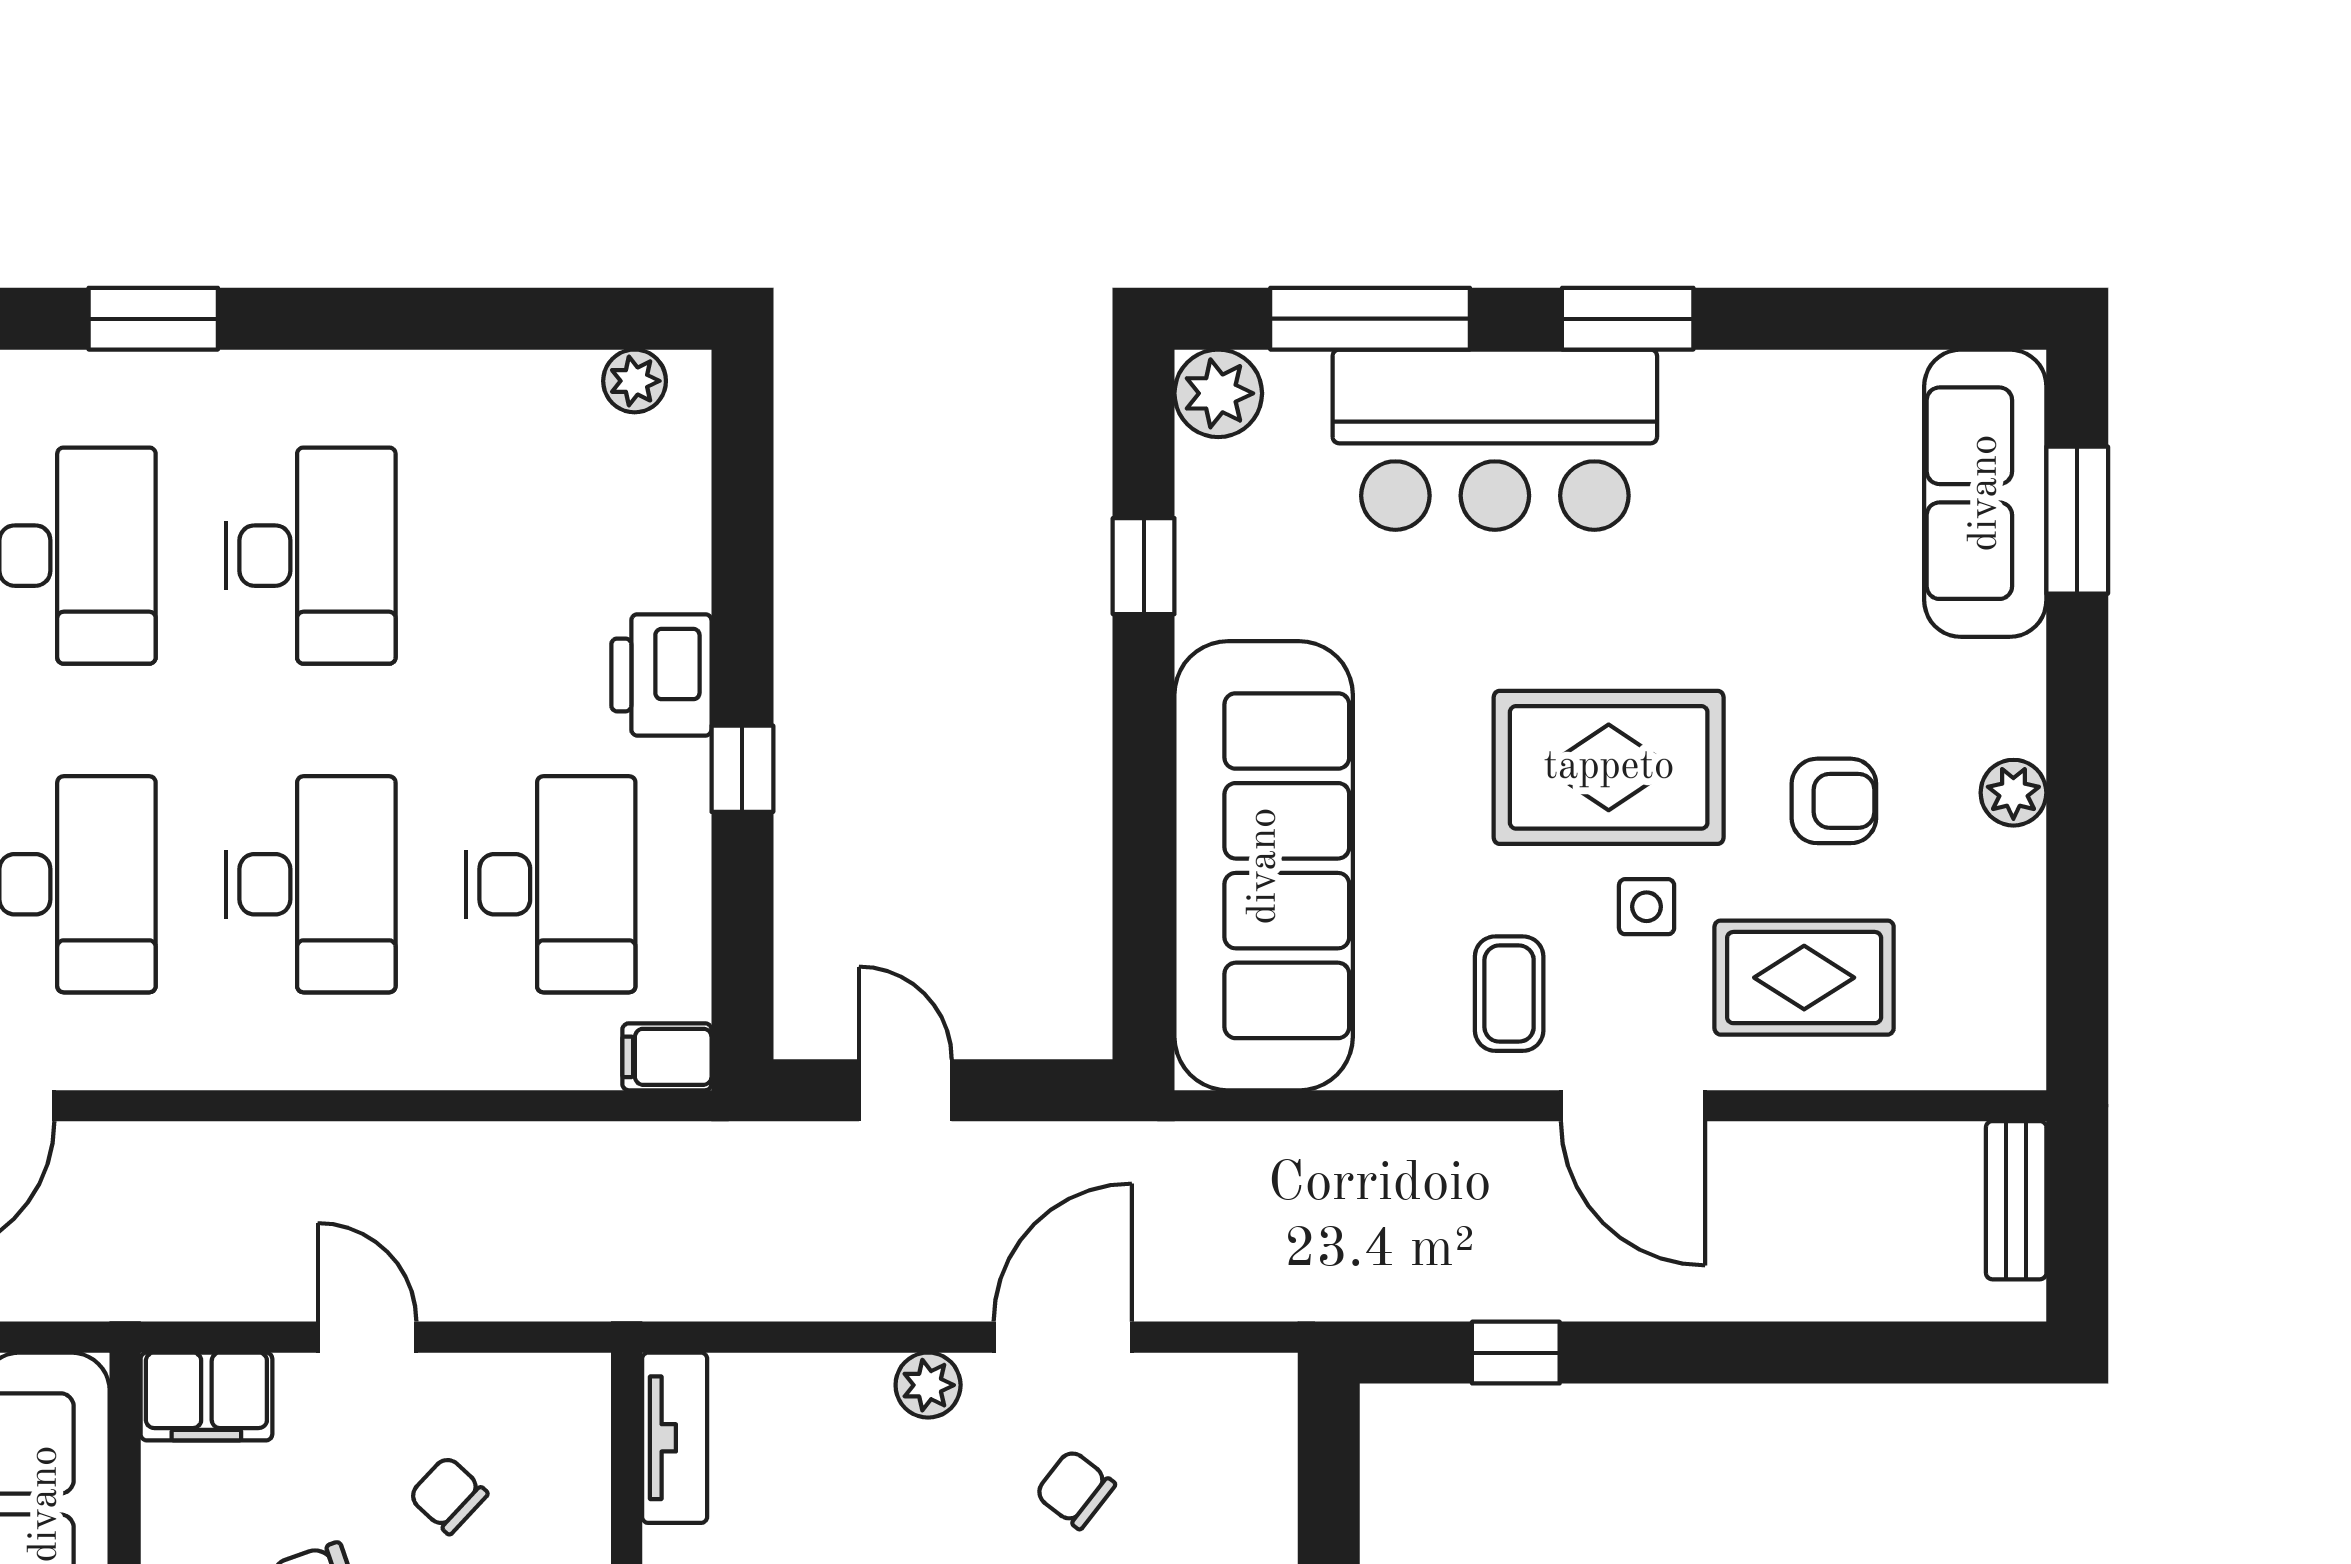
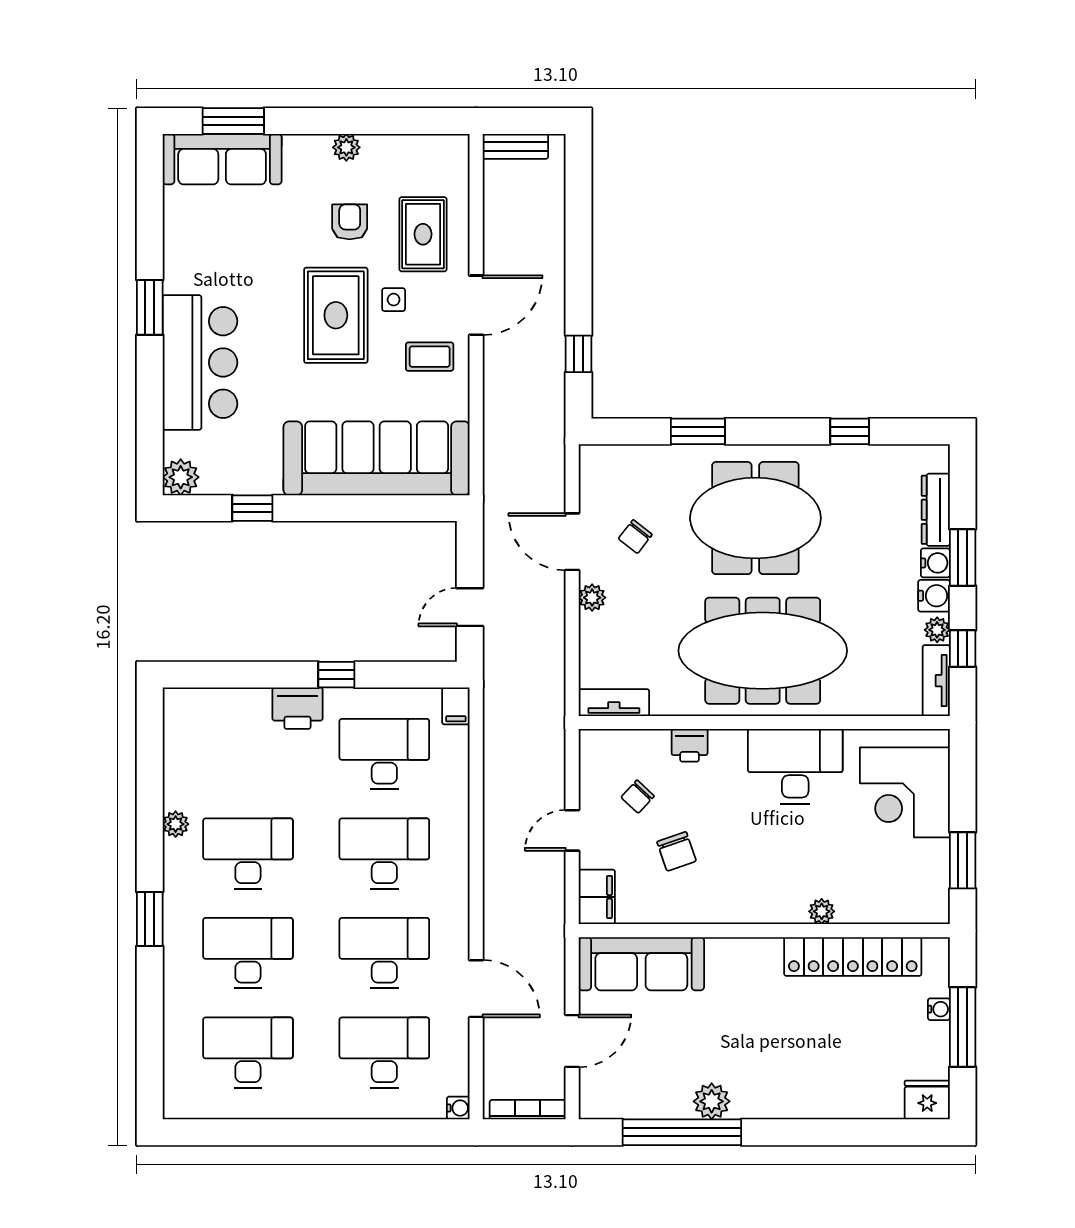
window: (1370, 319) -> (150, 414), removed
plant: (635, 381) -> (176, 824), moved

